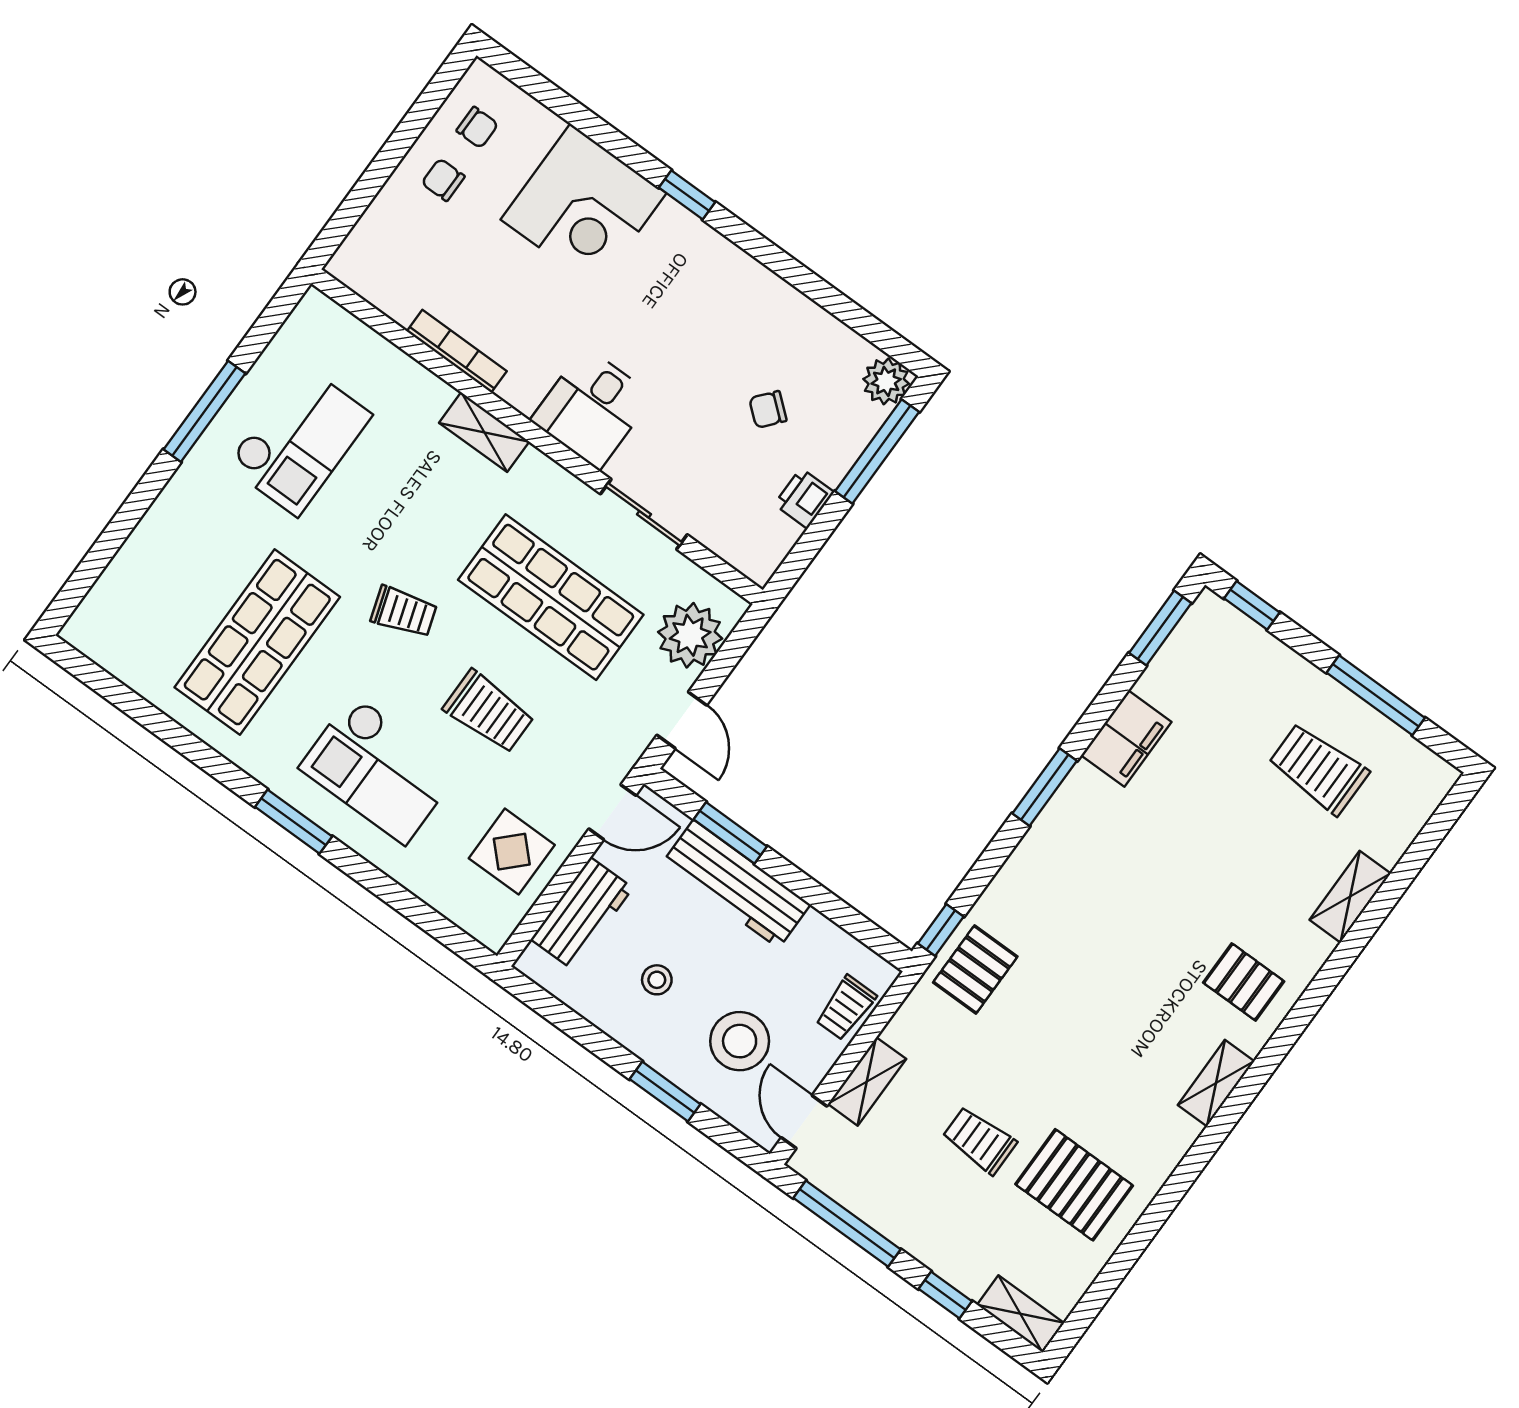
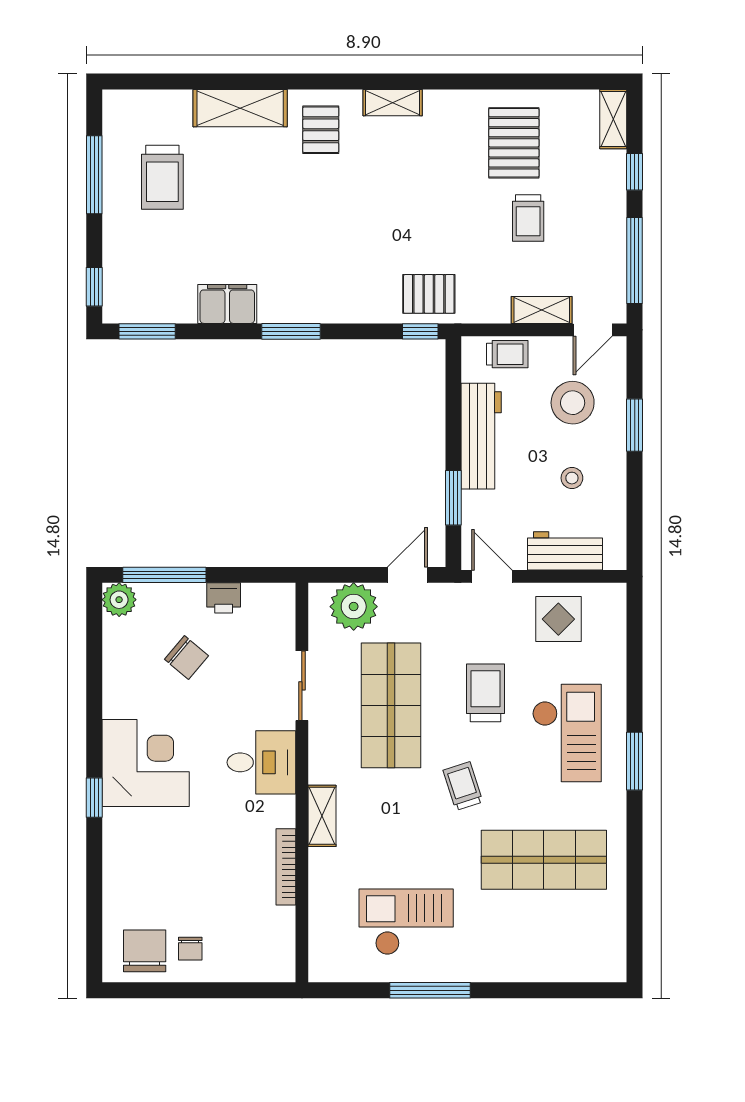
chair: (477, 127) -> (145, 951), width x1.87, depth x1.87
corner desk: (584, 206) -> (146, 763), moved
chair: (768, 410) -> (187, 658), width x1.37, depth x1.37
workbench: (736, 884) -> (481, 436), moved
shelving: (1350, 897) -> (240, 108), width x1.50, depth x1.33

